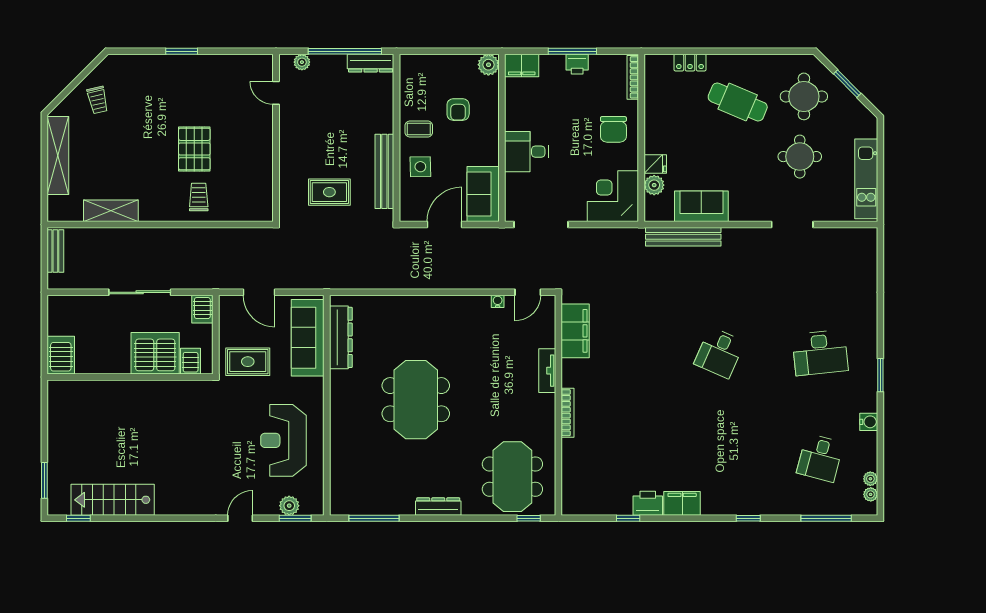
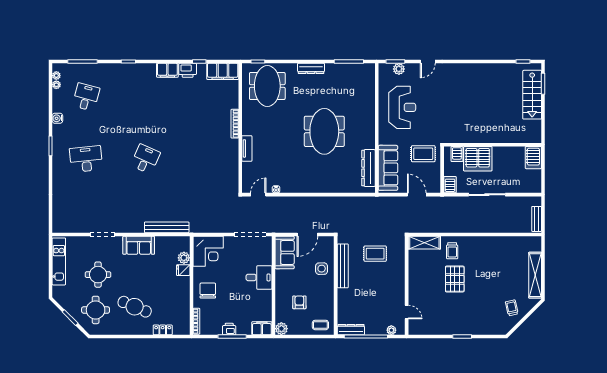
coffee table: (419, 129) -> (320, 325), moved
sofa: (701, 206) -> (139, 245), moved
shelving: (111, 211) -> (424, 243), moved
filing cabinet: (575, 331) -> (223, 71), moved, turned -90
stairs: (113, 500) -> (532, 95), moved, turned 90

